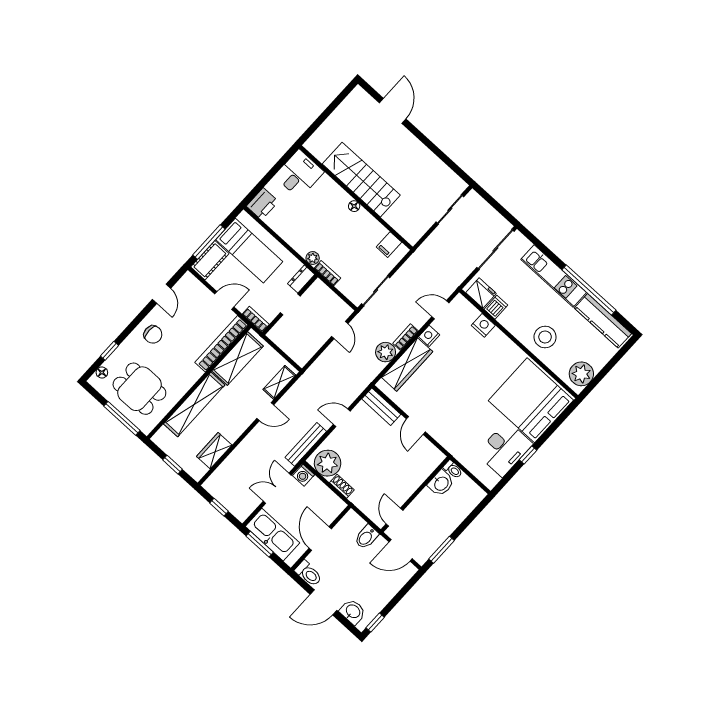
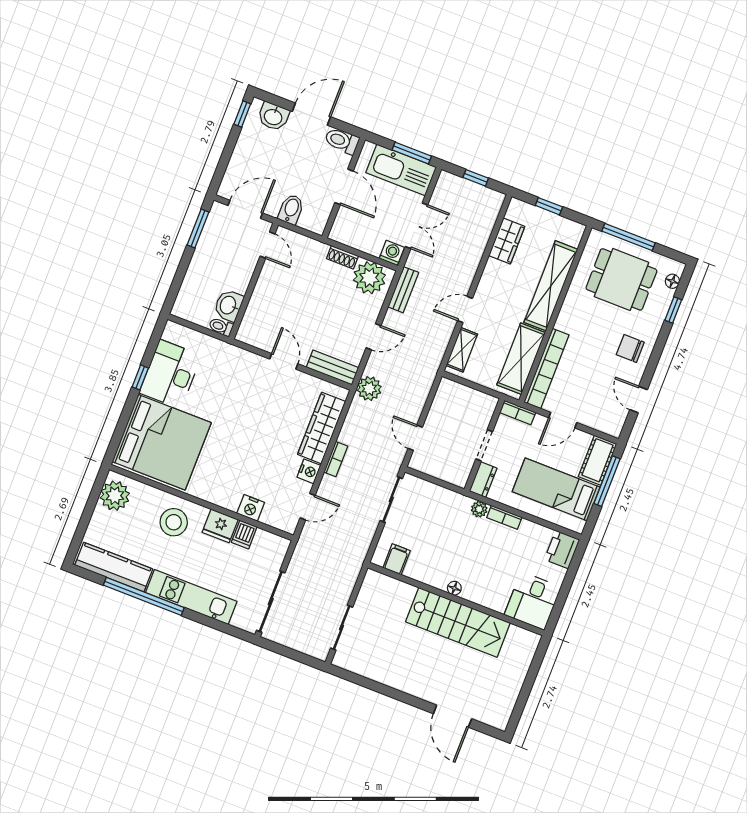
bookcase: (327, 273) -> (504, 517), moved
fridge: (481, 293) -> (220, 526), moved
plant: (386, 352) -> (369, 389), moved
bench: (306, 444) -> (403, 290), width x0.73

